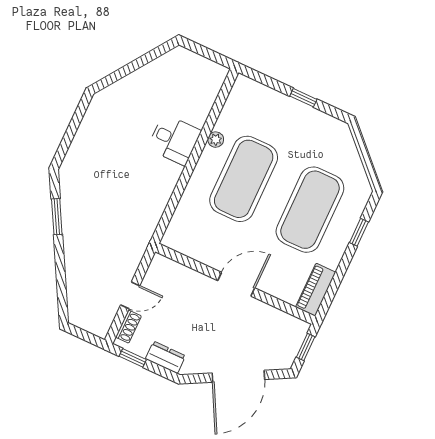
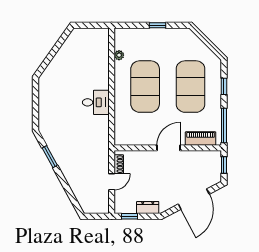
desk: (174, 140) -> (96, 102), moved
plant: (216, 140) -> (119, 55), moved
window: (332, 289) -> (224, 125), added
piano: (316, 290) -> (201, 139), moved, turned 90
shoe rack: (128, 327) -> (119, 164), moved

